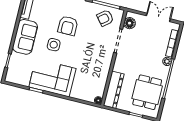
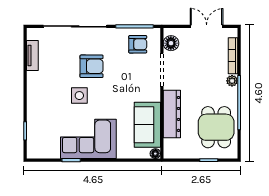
armchair: (105, 18) -> (138, 44), turned -141
armchair: (68, 26) -> (92, 66), turned -90
sofa: (25, 37) -> (147, 125), moved, turned 180
dresser: (114, 90) -> (172, 114), moved

